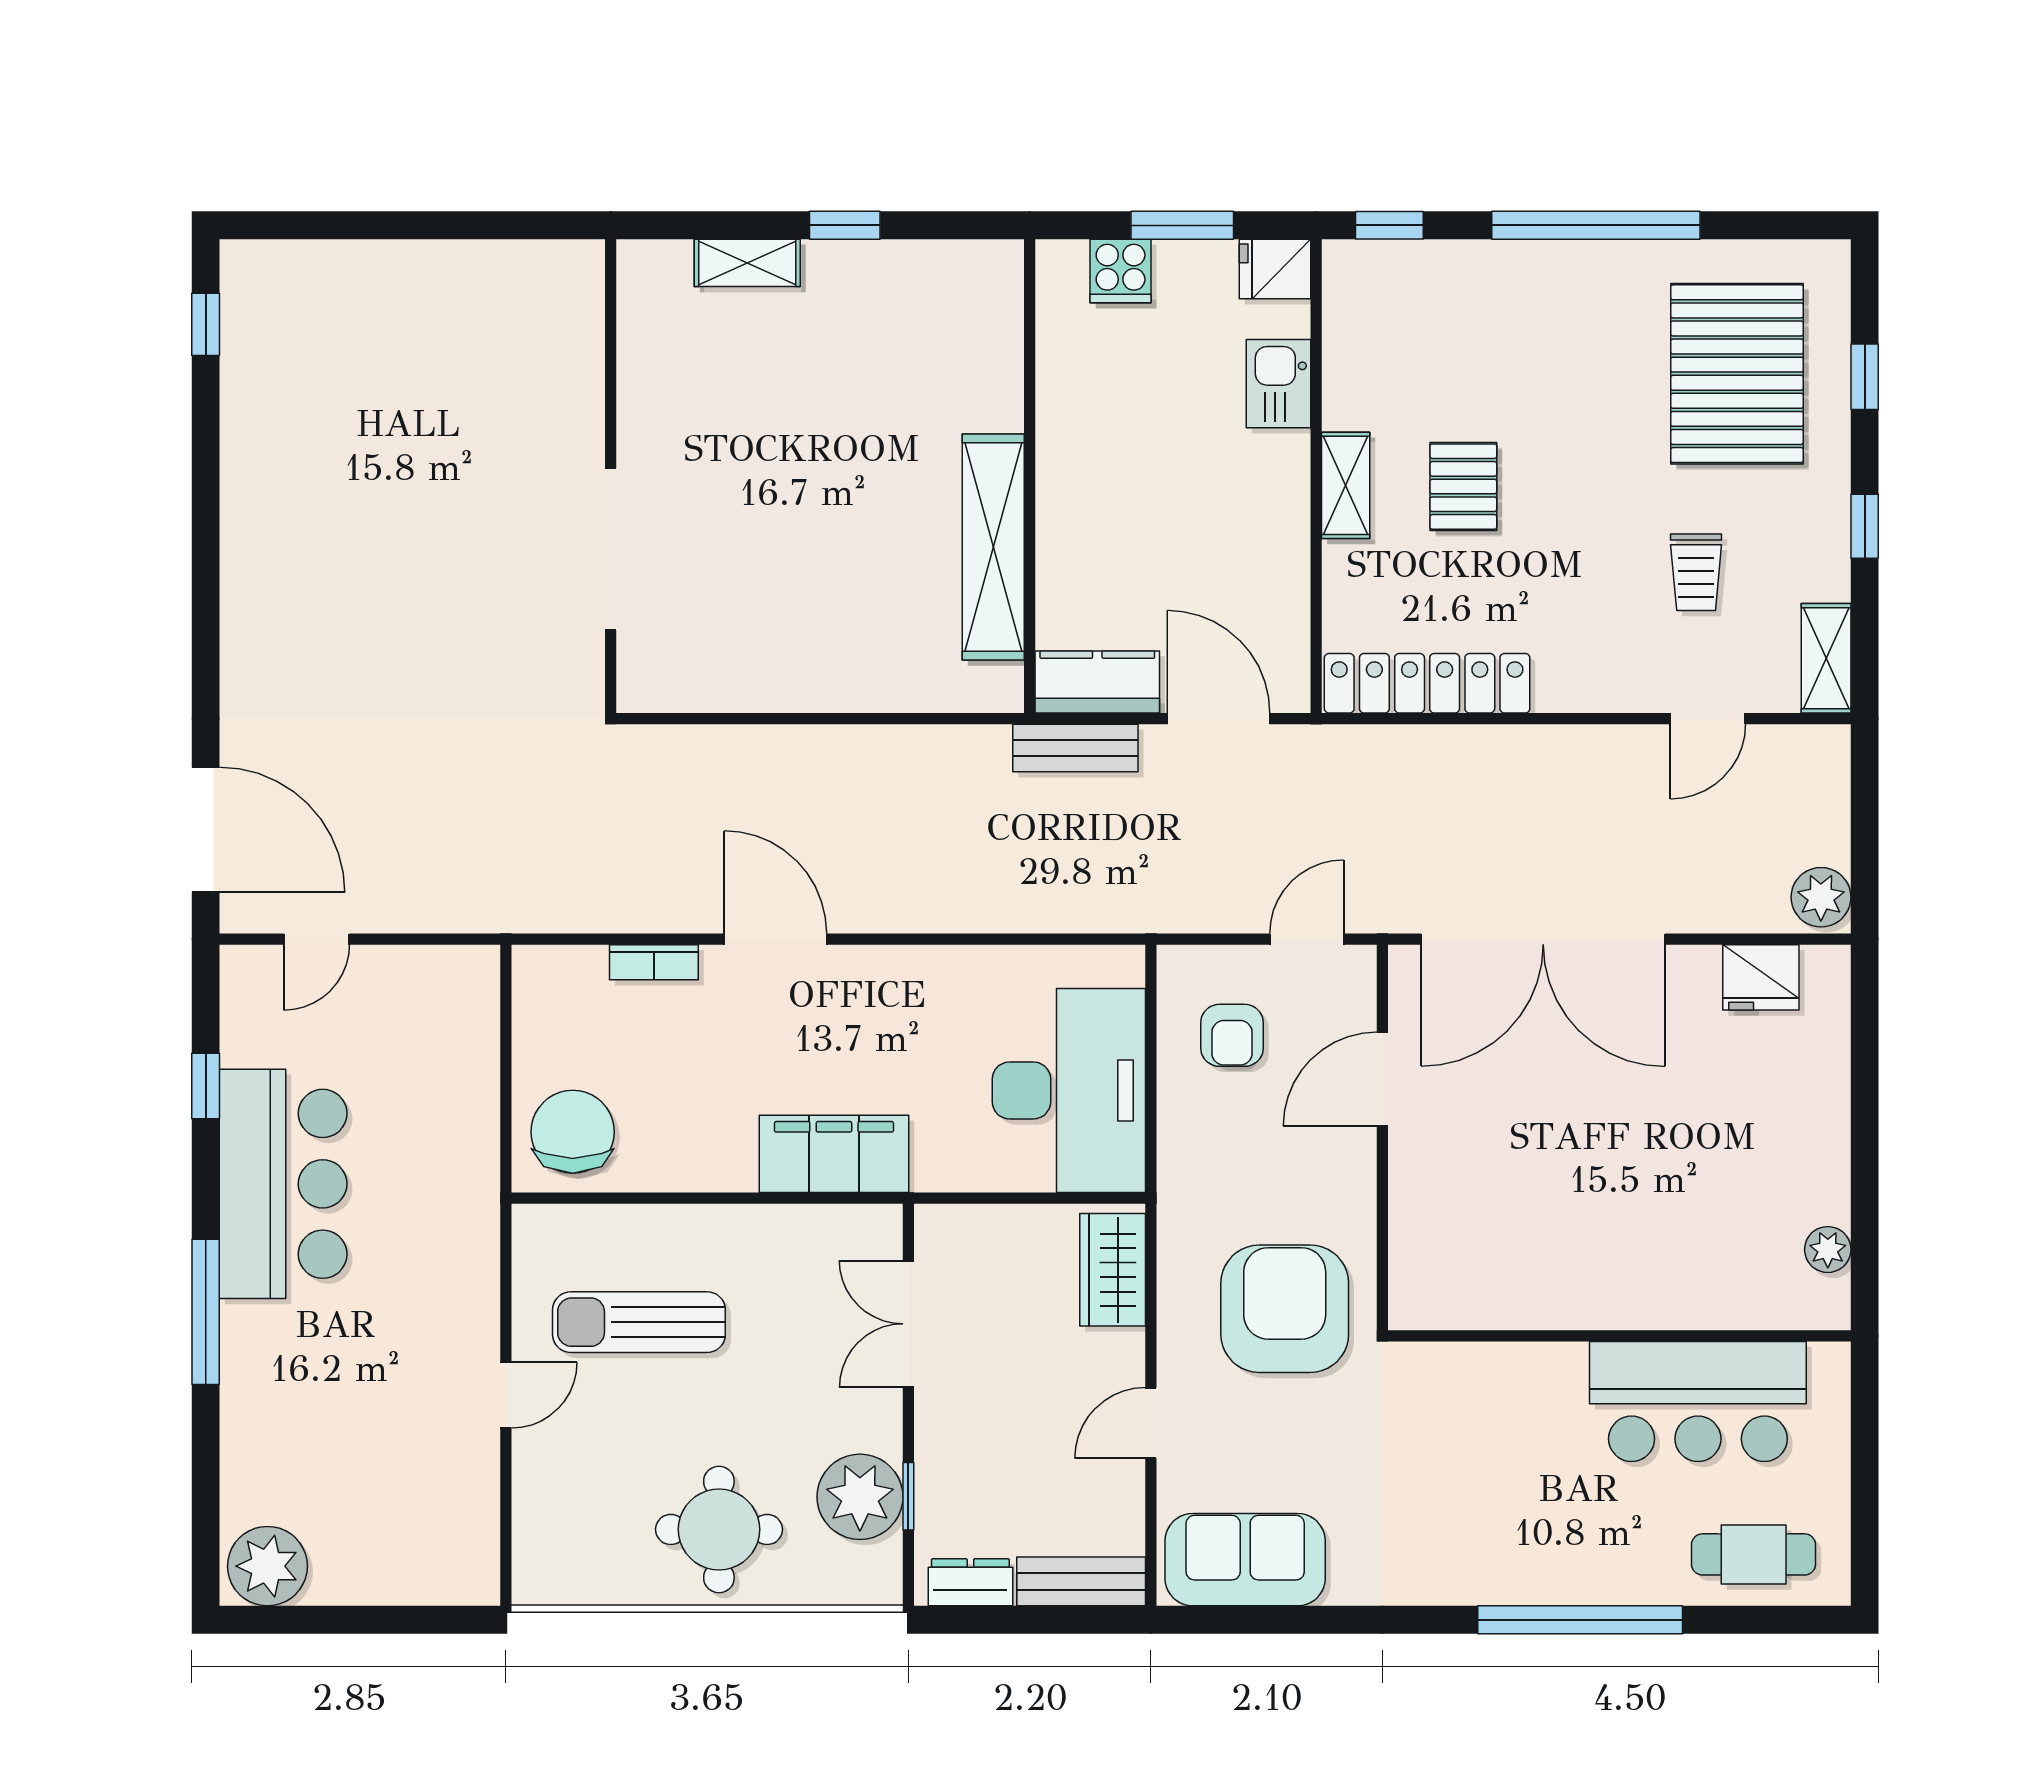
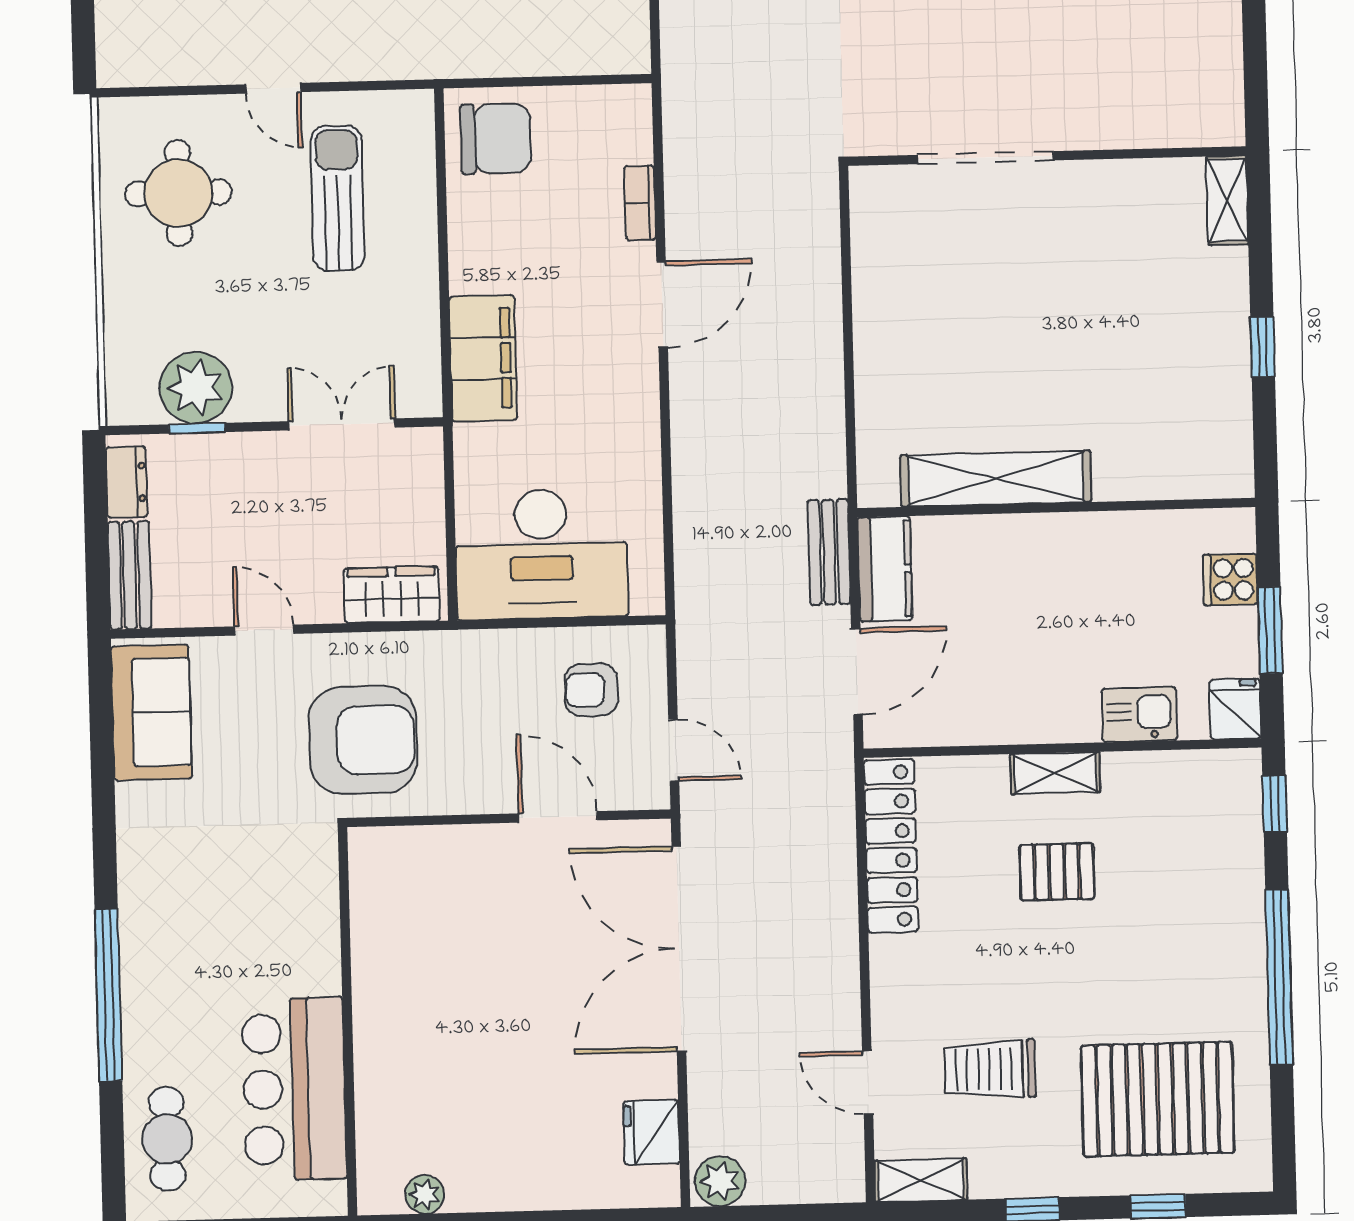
shelving: (747, 263) -> (1227, 200), moved
trolley: (1696, 572) -> (990, 1069), width x1.36, depth x1.39
round table: (719, 1529) -> (178, 193), moved

